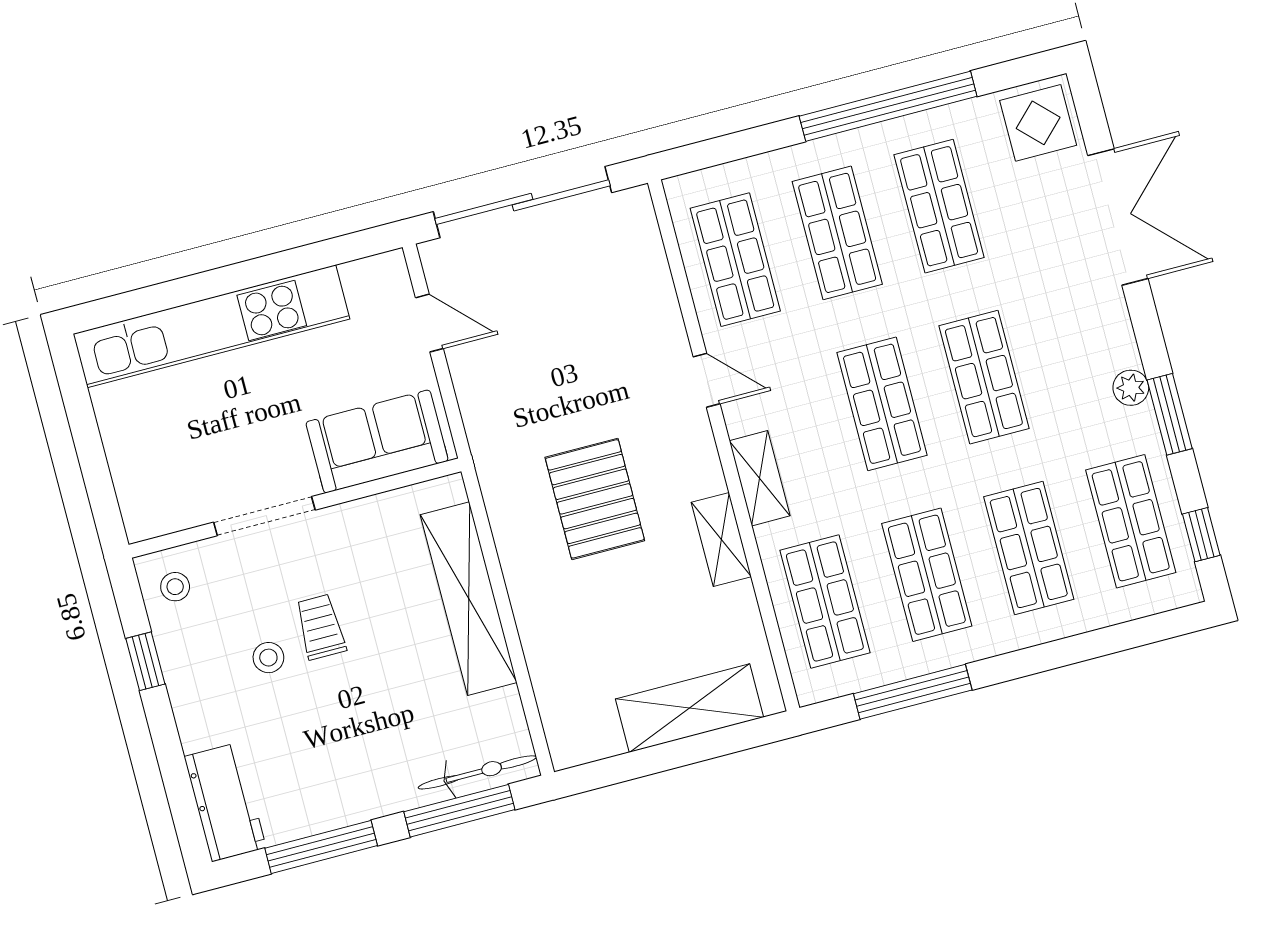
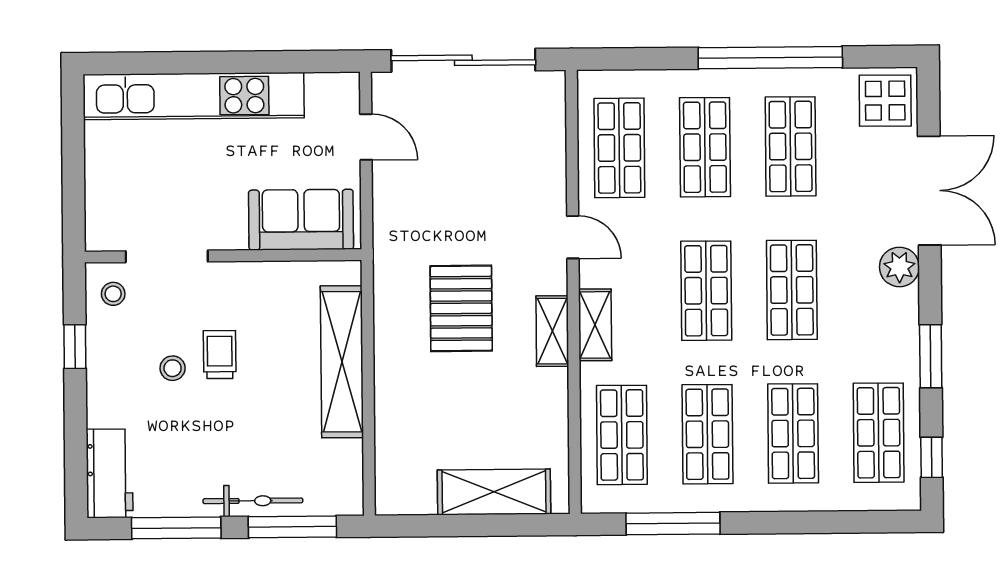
plant: (1131, 388) -> (899, 267), moved, width x1.38, depth x1.38
doorway: (264, 516) -> (167, 256), moved
shelving: (721, 540) -> (552, 331), moved
bicycle: (477, 772) -> (253, 501), moved

